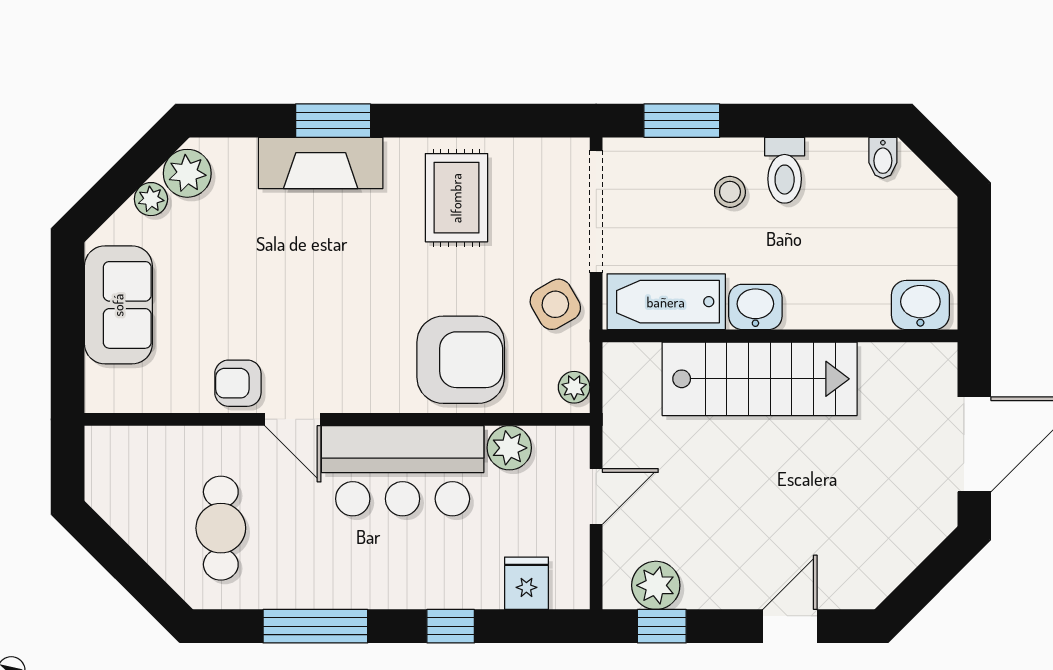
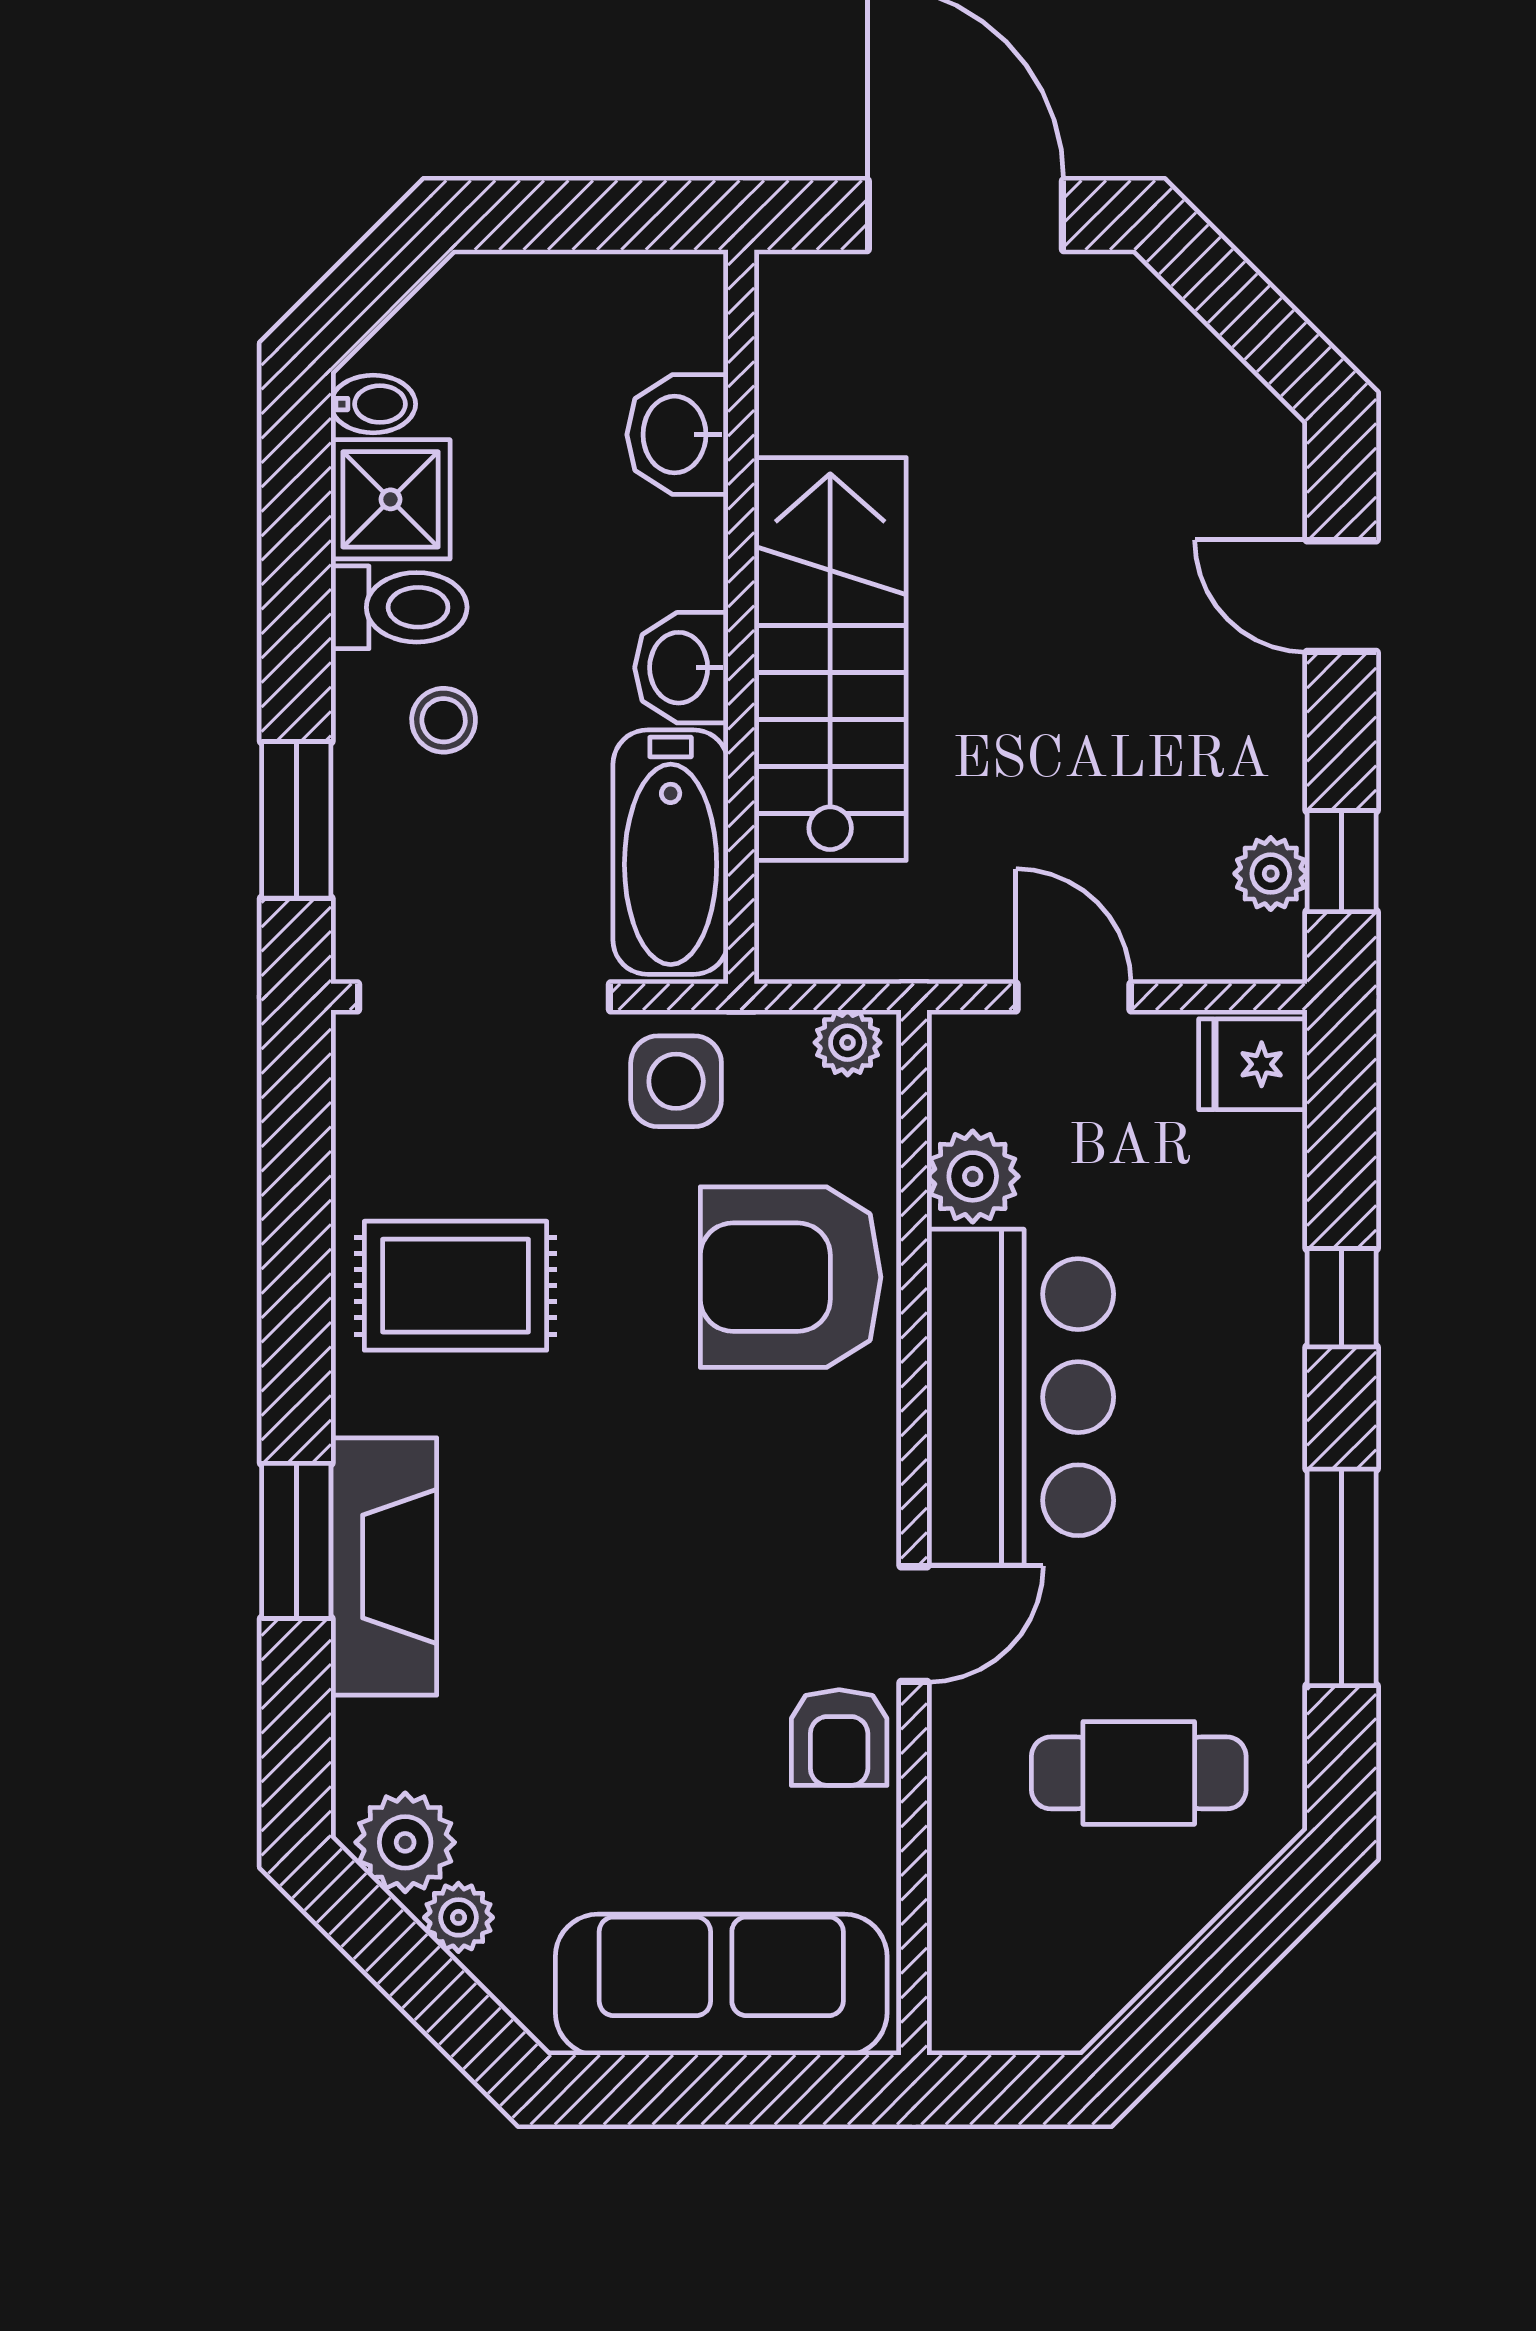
shower: (837, 166) -> (390, 499), added
side table: (555, 304) -> (676, 1081), turned 30
sofa: (118, 305) -> (721, 1985), width x1.36
washbasin: (920, 305) -> (678, 435), moved
armchair: (461, 360) -> (791, 1277), turned -90
fridge: (526, 583) -> (1253, 1064), moved
plant: (656, 585) -> (1271, 874), width x0.73, depth x0.73

